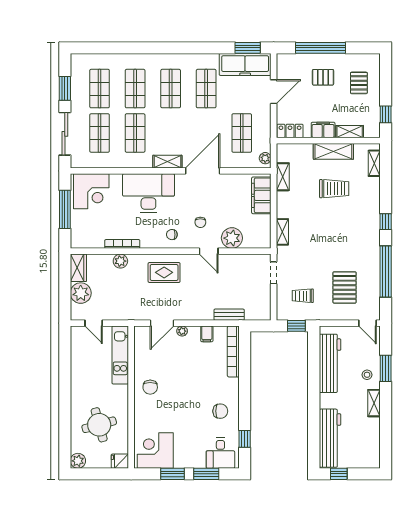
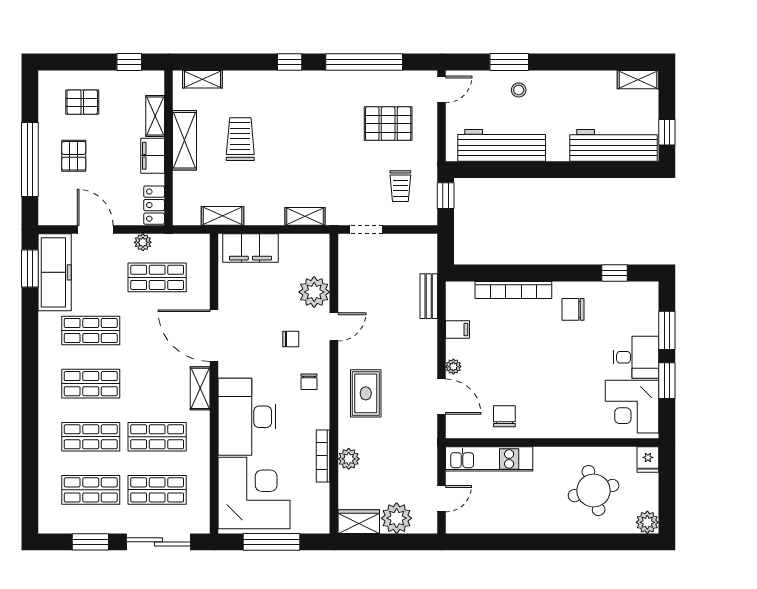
plant: (265, 158) -> (143, 242), moved
corner desk: (91, 191) -> (254, 493), width x1.36, depth x1.36
bookcase: (233, 351) -> (513, 290), moved
chair: (150, 387) -> (504, 416), moved, turned -90
shelving: (374, 403) -> (638, 80), moved
chair: (220, 411) -> (573, 309), turned -90
desk: (220, 453) -> (636, 357), moved

